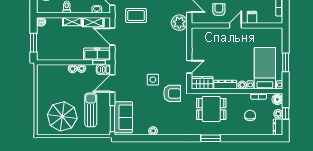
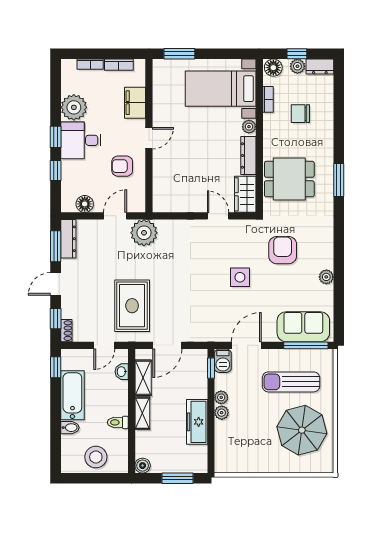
rug: (136, 16) -> (132, 306), width x1.36, depth x1.43
filing cabinet: (252, 17) -> (135, 103), width x2.00
door: (235, 26) -> (149, 138), swing flipped
freezer: (97, 54) -> (197, 422), moved
window: (286, 62) -> (179, 54), moved
door: (112, 83) -> (246, 345), swing flipped
armchair: (172, 93) -> (283, 250), moved
dining table: (211, 109) -> (289, 179), turned 90

